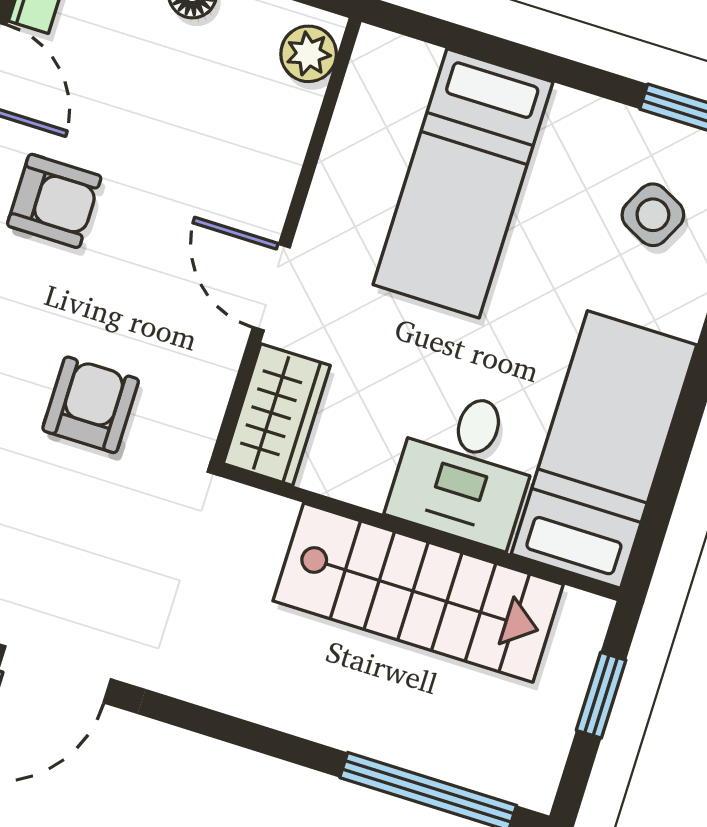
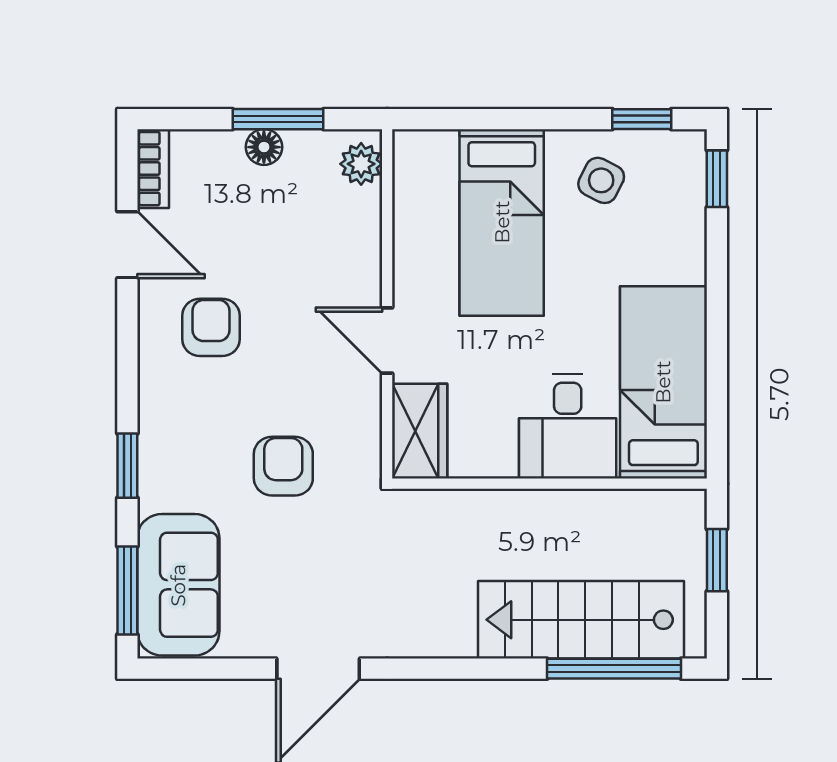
armchair: (54, 201) -> (211, 327), turned -90
side table: (653, 215) -> (601, 180), moved
stairs: (418, 593) -> (581, 620), moved, turned 180

